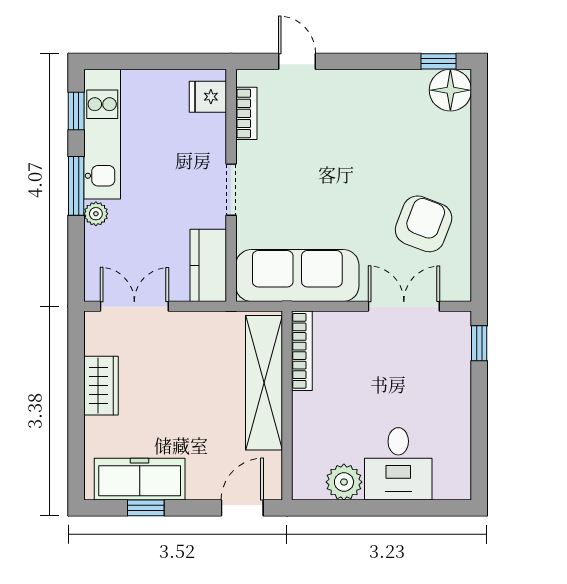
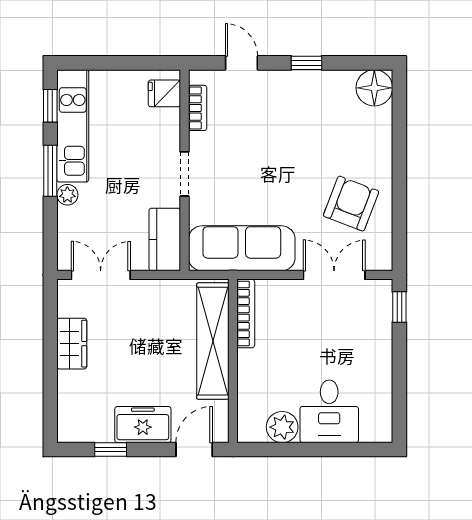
window: (438, 61) -> (307, 63), moved
freezer: (140, 479) -> (143, 425), moved, width x0.71

